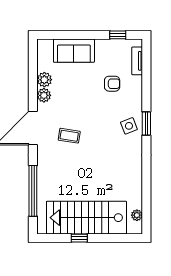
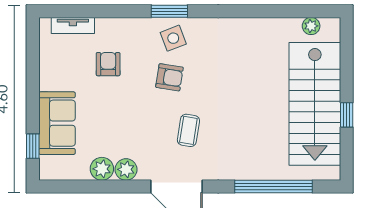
window: (118, 35) -> (33, 146), moved
armchair: (104, 123) -> (169, 77), added

